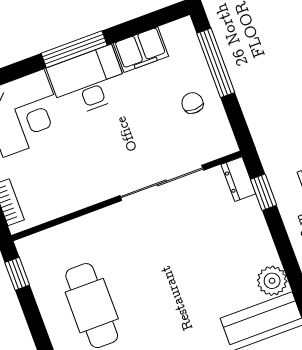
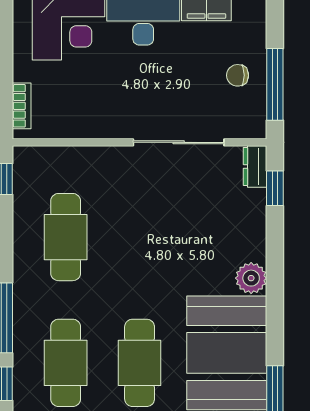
window: (216, 63) -> (275, 84), moved
chair: (192, 103) -> (238, 75), turned -89

